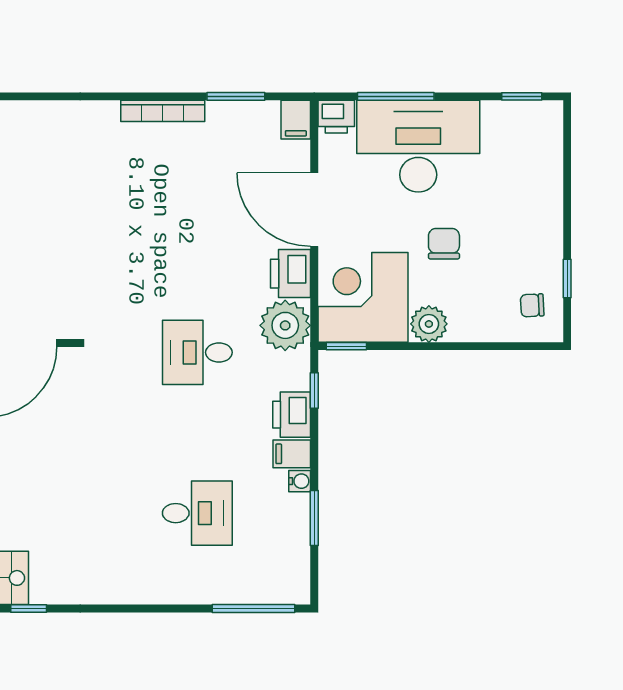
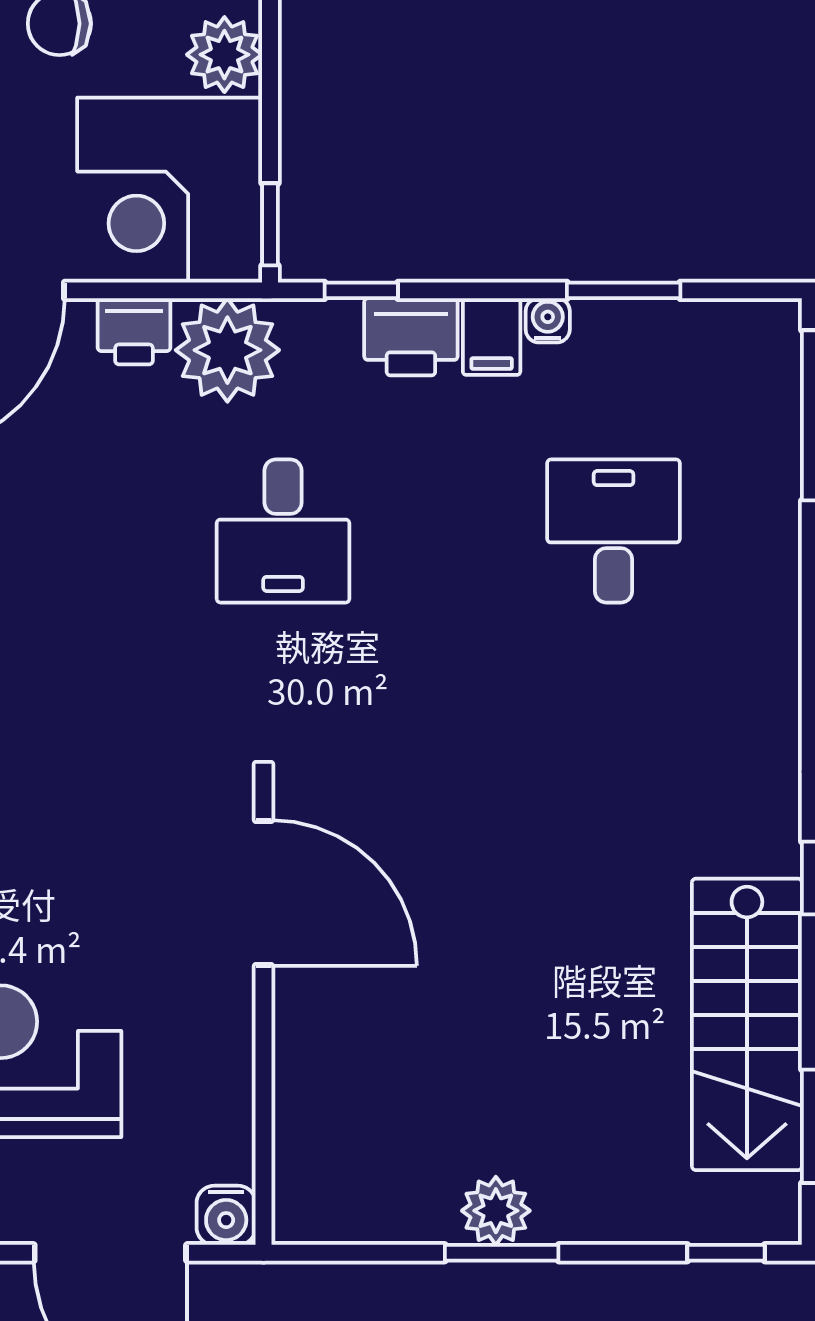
printer: (291, 274) -> (134, 331), width x0.73, depth x0.81

